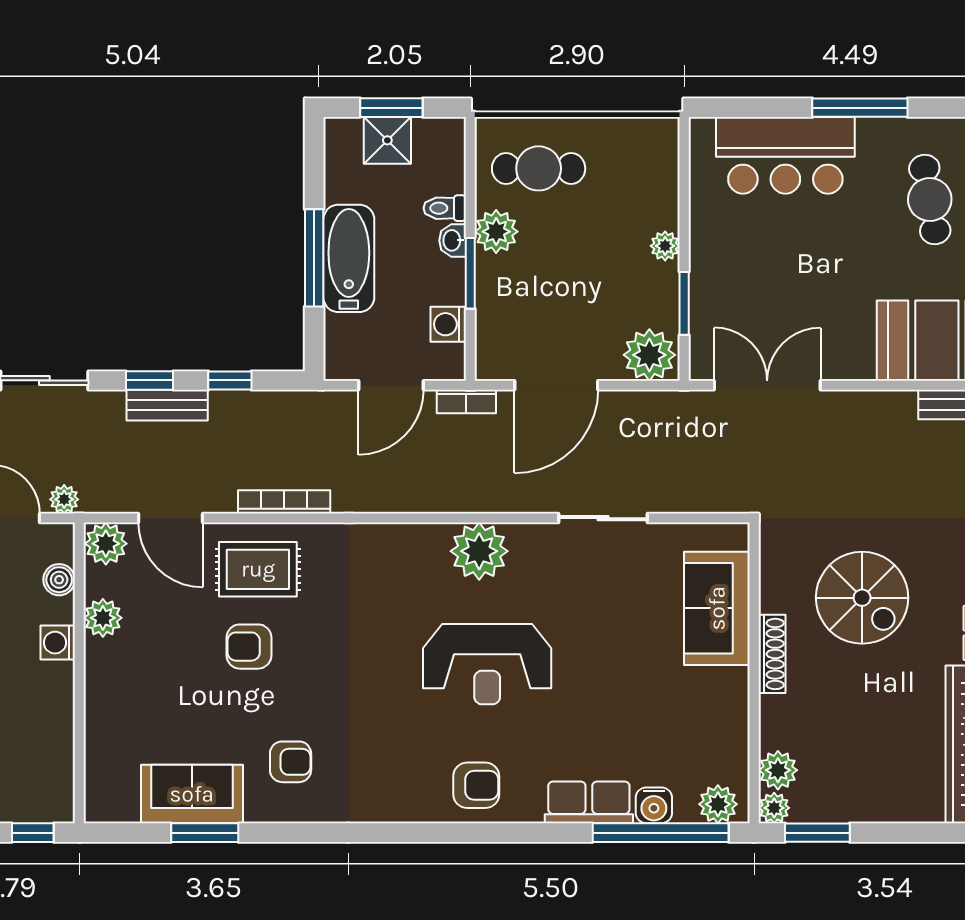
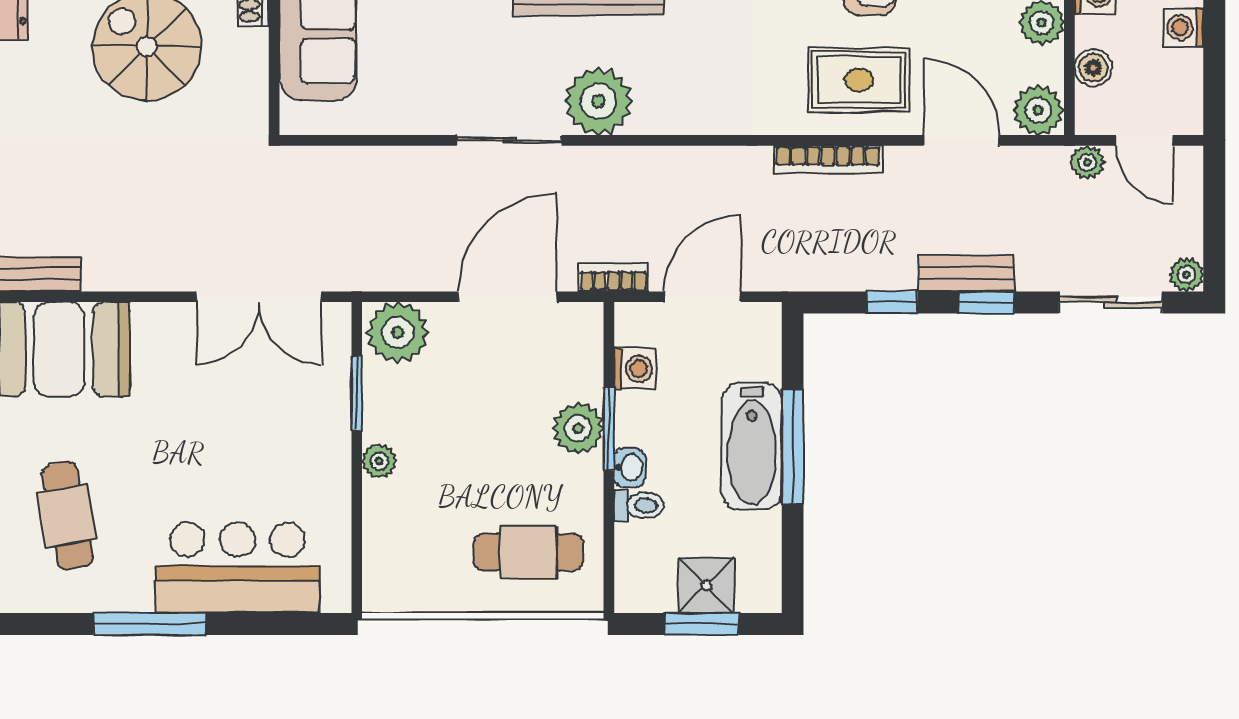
plant: (496, 232) -> (578, 428), moved
sliding door: (603, 518) -> (509, 140), moved

